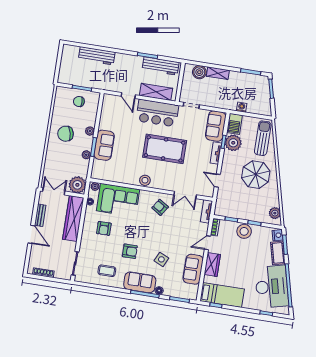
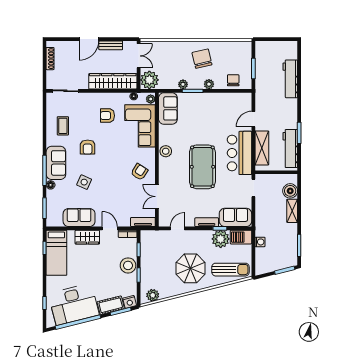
chair: (79, 101) -> (233, 80), moved
sofa: (104, 145) -> (168, 108), moved, turned -90

